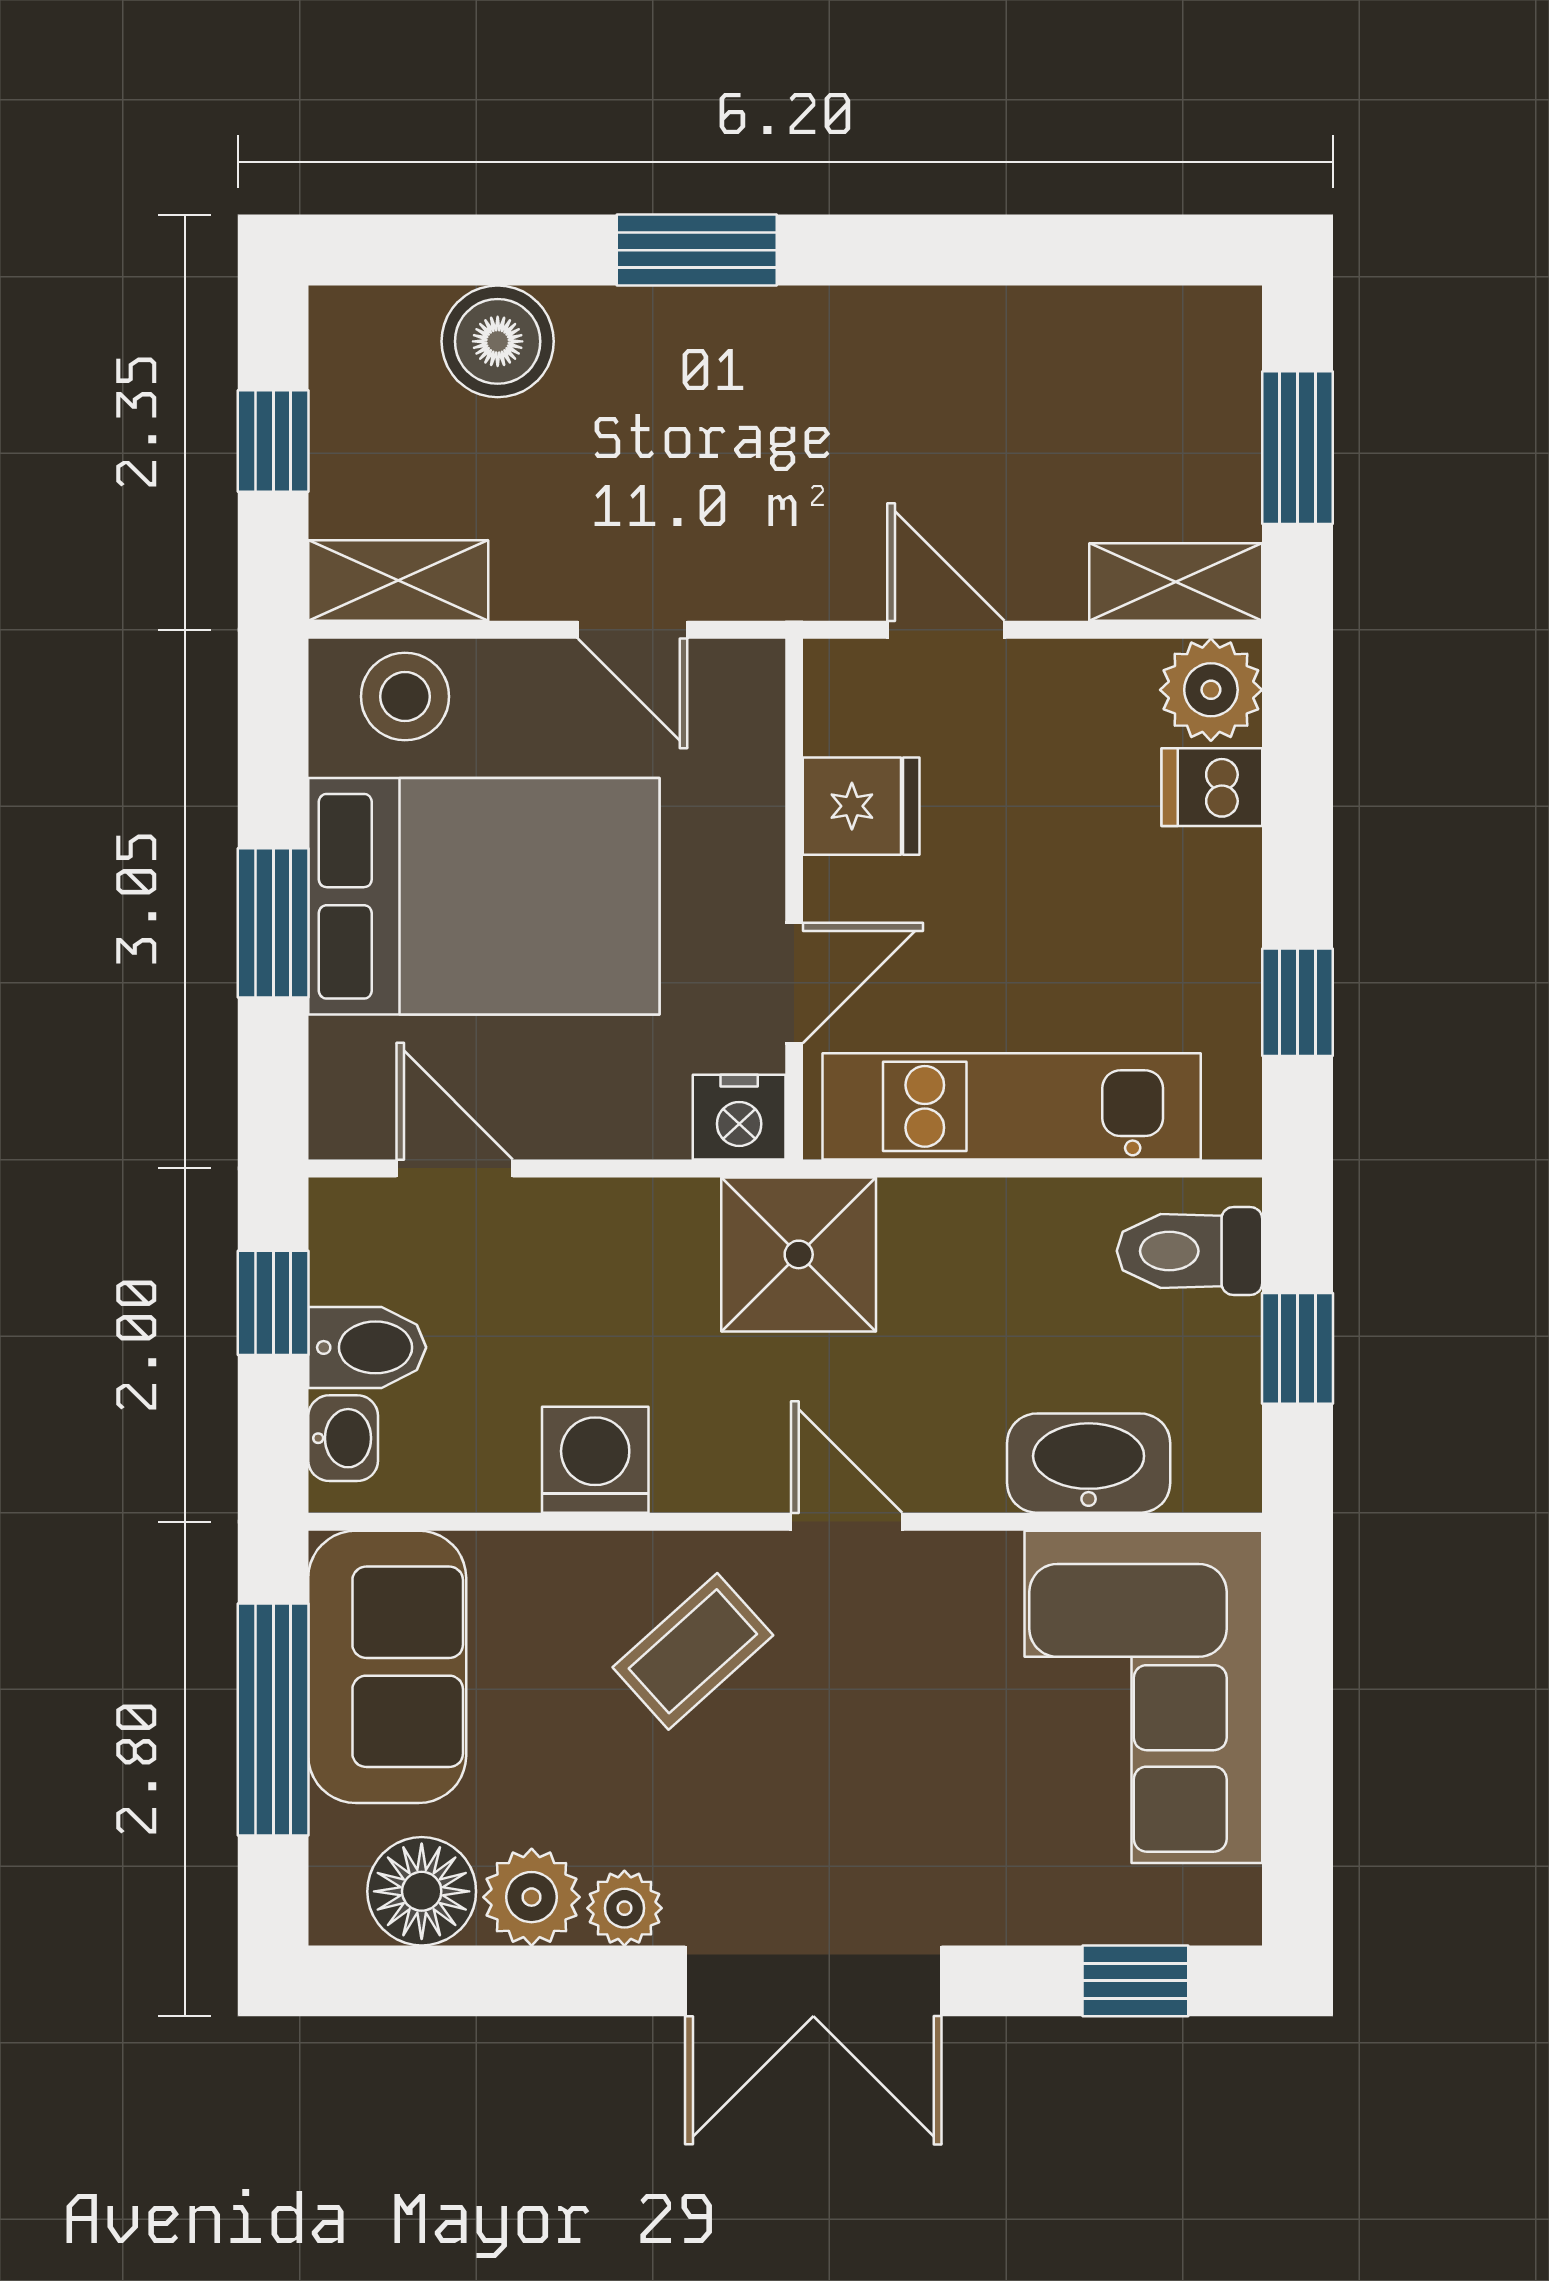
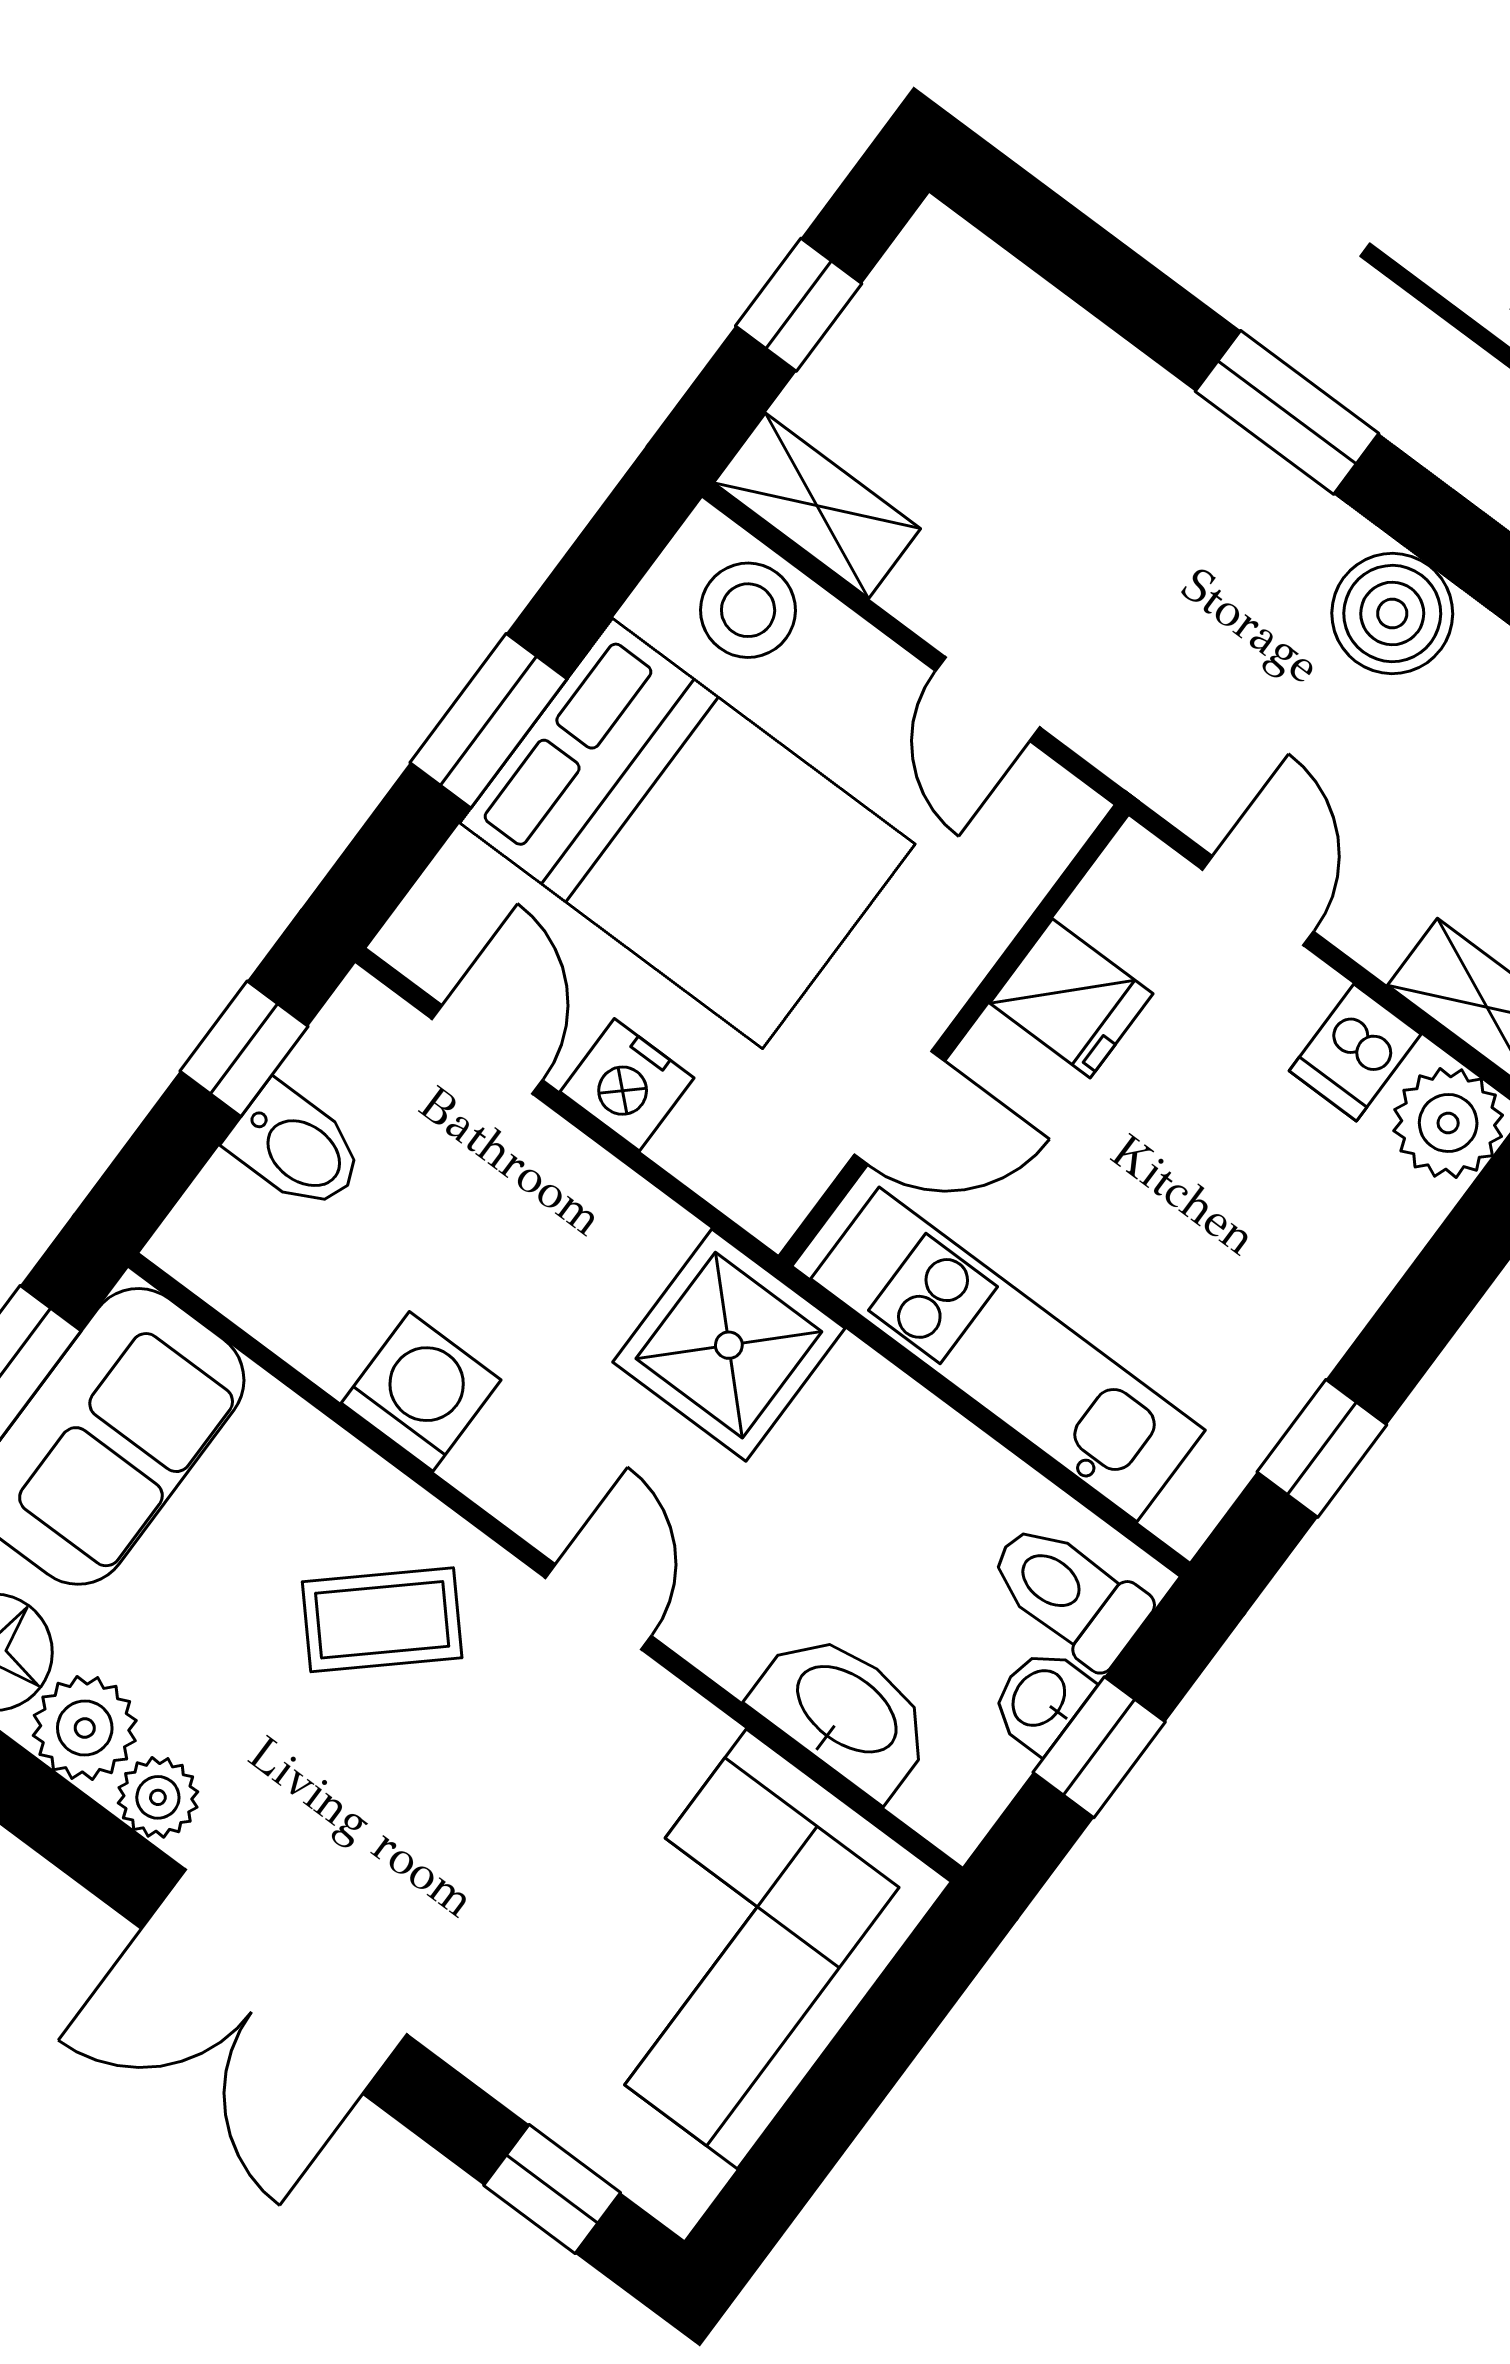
boiler: (498, 341) -> (1392, 614), moved
dishwasher: (1212, 787) -> (1355, 1052), moved, turned -90
nightstand: (739, 1117) -> (627, 1085), moved
washbasin: (343, 1438) -> (1041, 1699), moved, turned 180

